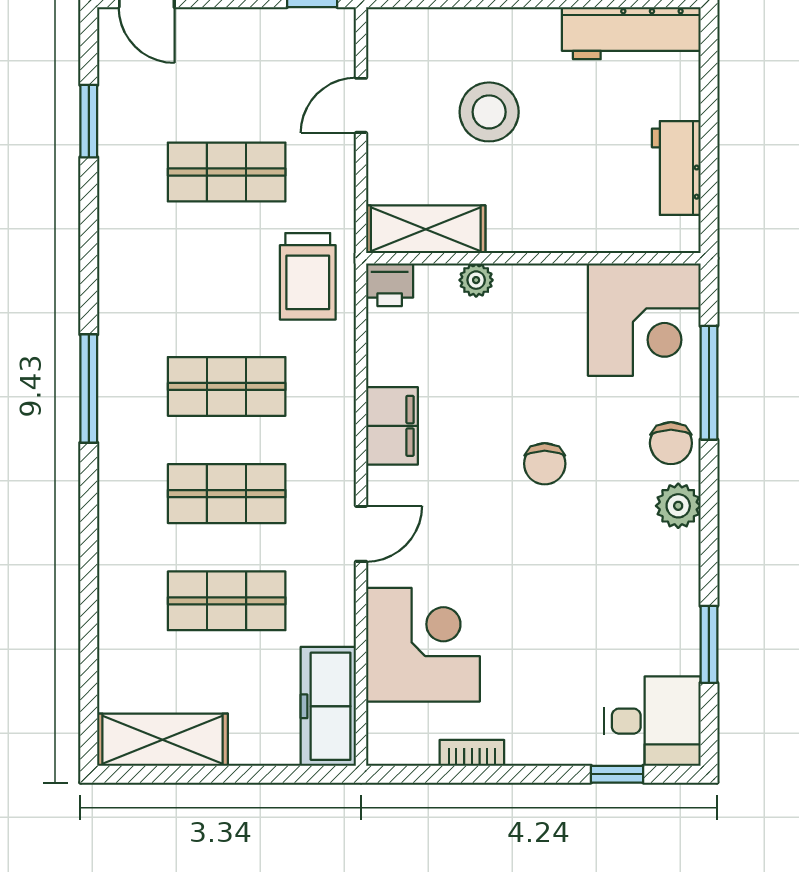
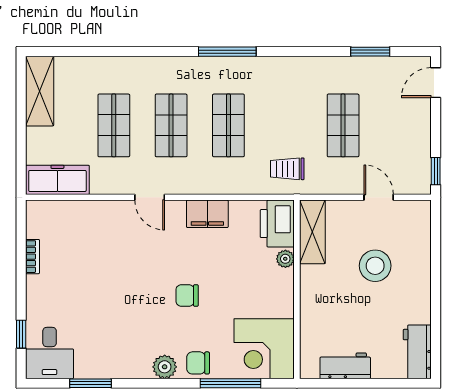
workbench: (631, 33) -> (417, 352), width x0.73
trolley: (308, 276) -> (287, 169), width x0.73, depth x0.72
printer: (390, 285) -> (277, 224), width x1.87, depth x1.48
corner desk: (423, 645) -> (90, 230), removed

